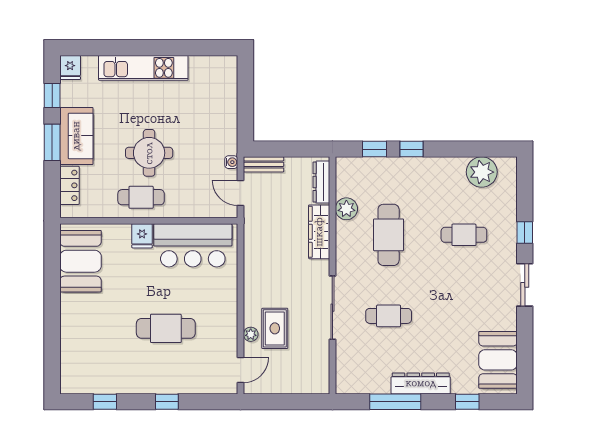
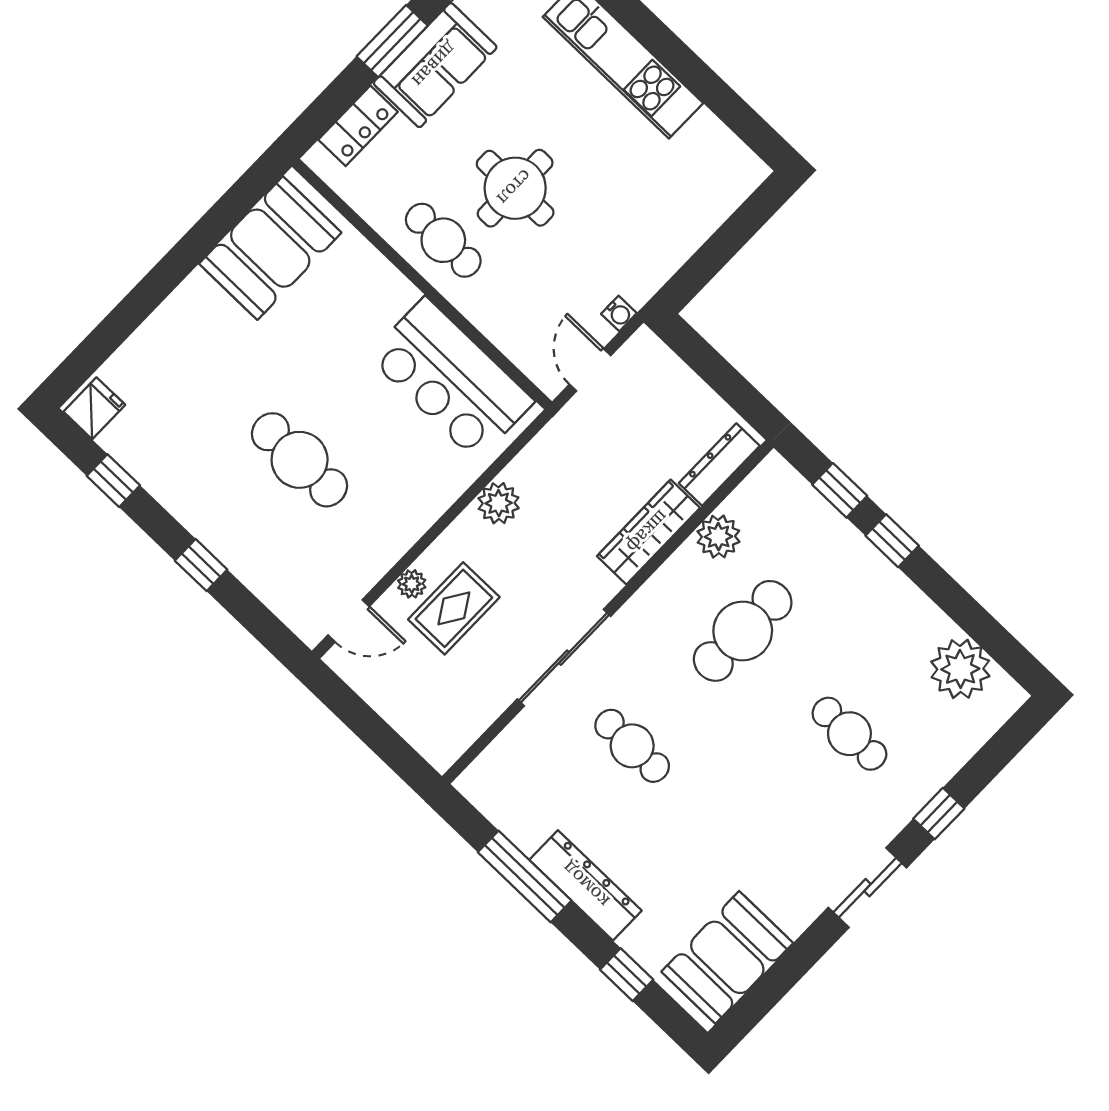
bench: (264, 164) -> (662, 361), removed
fridge: (142, 236) -> (94, 408), moved, turned 180
plant: (254, 274) -> (499, 503), added

